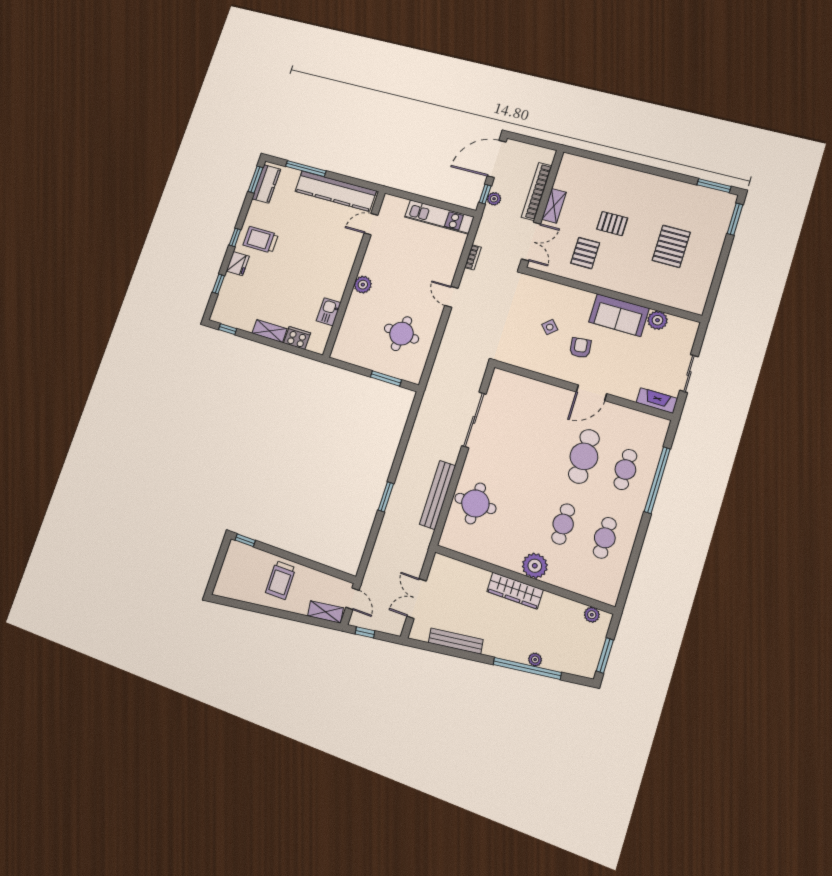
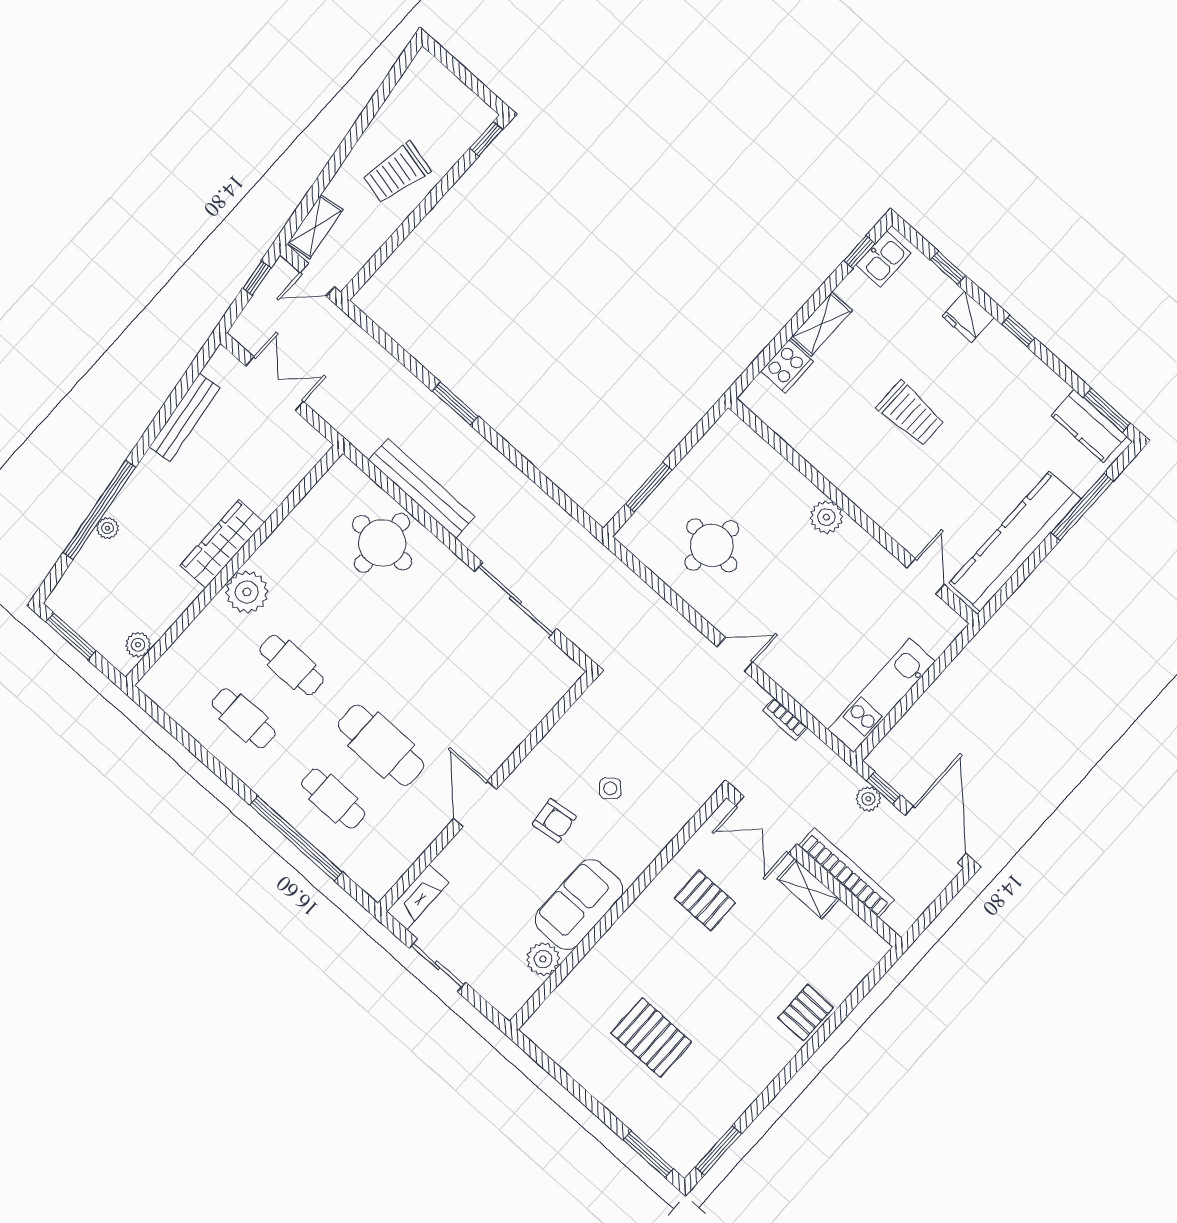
pallet: (612, 224) -> (806, 1013), moved
trolley: (261, 240) -> (911, 414), moved, turned 90
kitchen sink: (329, 312) -> (884, 259), moved, turned 90
trolley: (281, 580) -> (397, 173), turned -77

